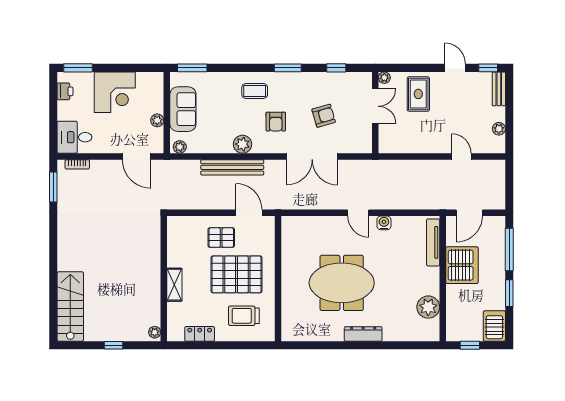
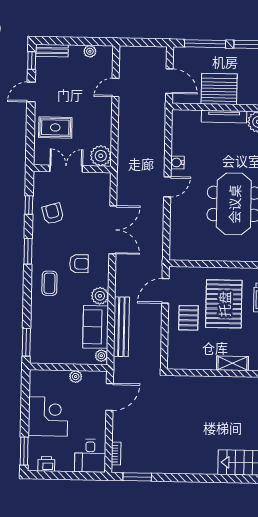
plant: (384, 78) -> (101, 156), moved, width x1.88, depth x1.88
sofa: (183, 109) -> (96, 327), moved, turned -90
armchair: (324, 116) -> (53, 214), moved
bench: (232, 167) -> (121, 327), moved
tv unit: (433, 242) -> (224, 117), moved

